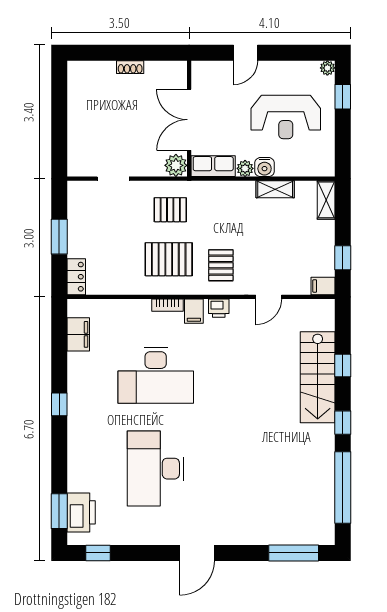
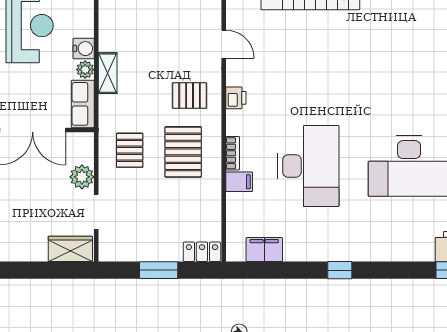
wardrobe: (79, 155) -> (70, 249), added
plant: (176, 165) -> (82, 177), moved
shelving: (275, 189) -> (108, 73), moved
filing cabinet: (194, 311) -> (239, 182), moved

